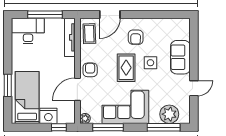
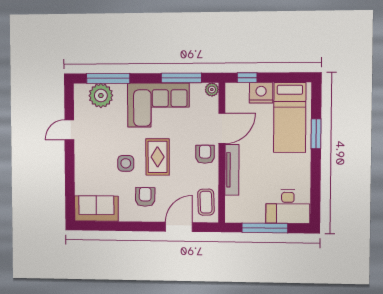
tv unit: (70, 37) -> (232, 170), moved
sofa: (180, 57) -> (96, 208), moved, turned -90
armchair: (90, 70) -> (205, 154), turned 180

